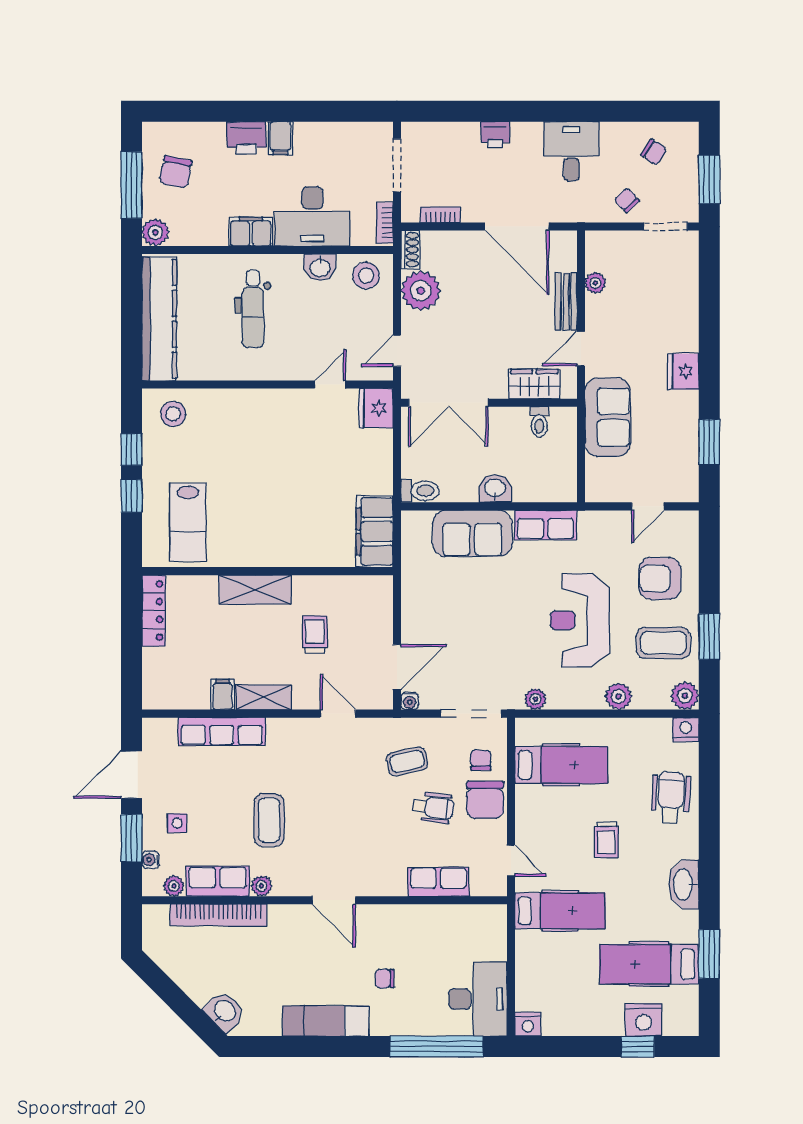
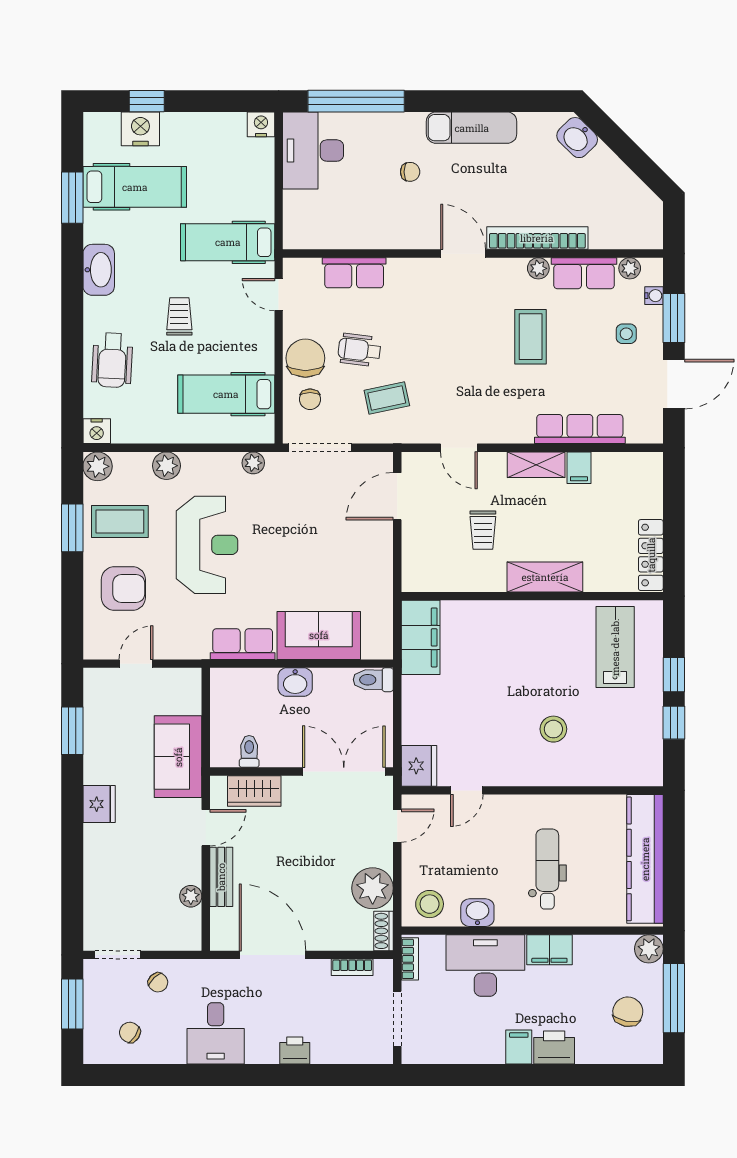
stool: (173, 414) -> (553, 729), moved
water cooler: (410, 701) -> (384, 461), removed
bookcase: (219, 915) -> (537, 238), moved

